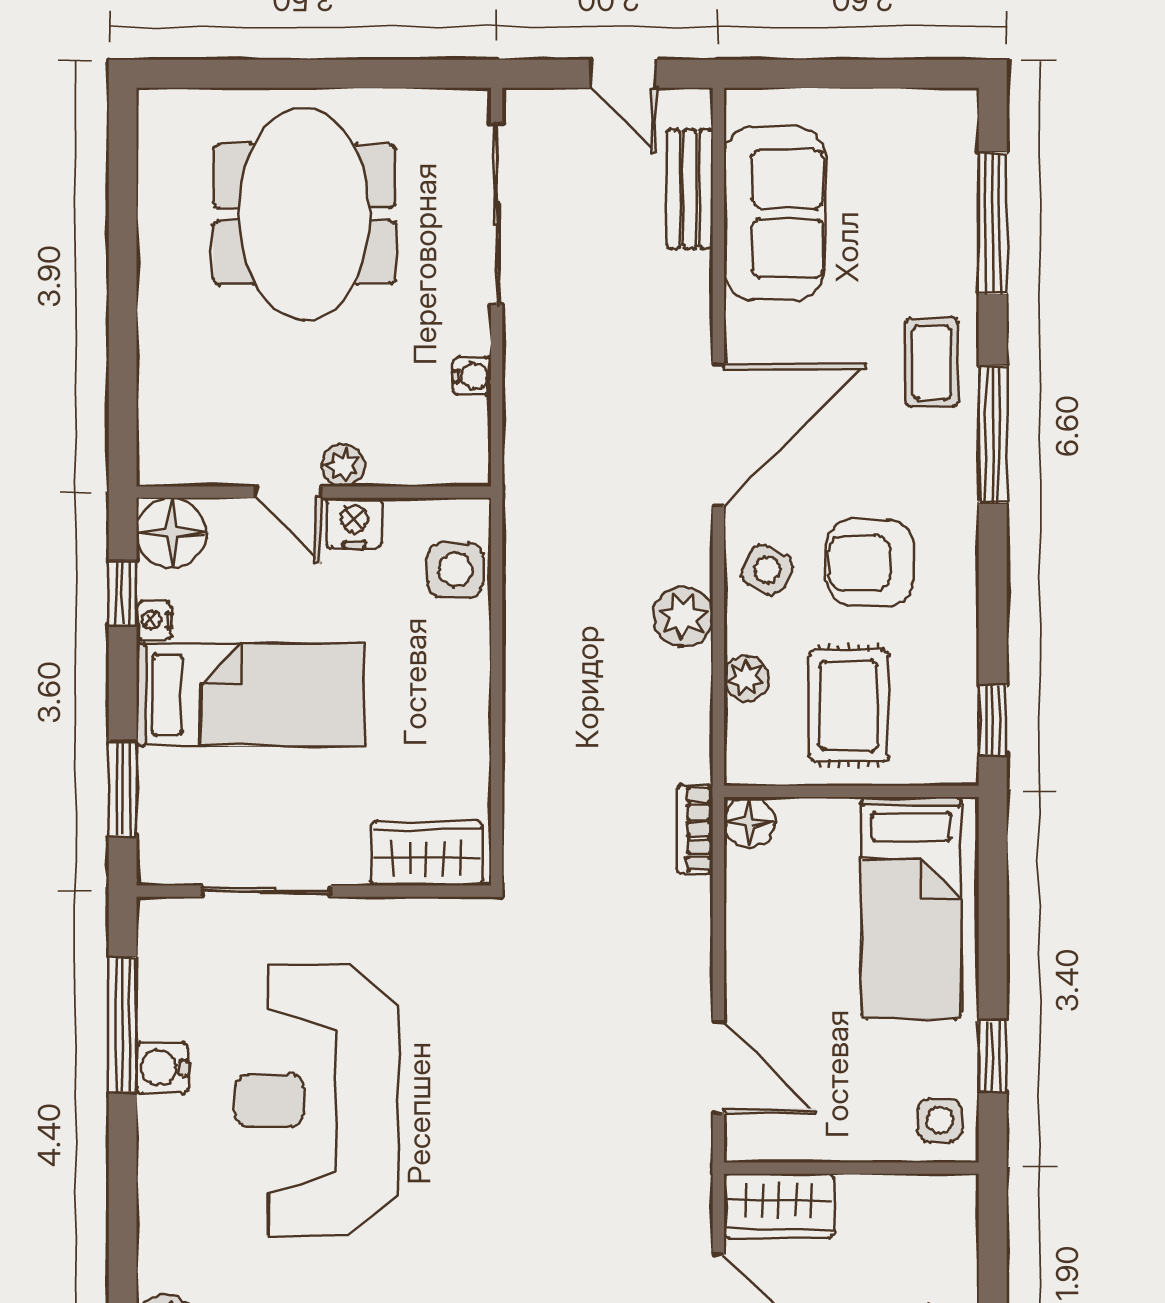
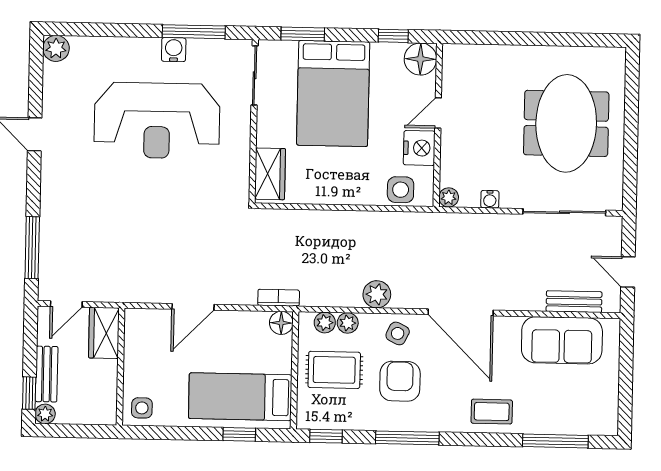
door: (623, 74) -> (628, 272), hinge flipped
meeting table: (304, 214) -> (566, 123), turned 90
window: (993, 434) -> (407, 438), moved
plant: (343, 465) -> (449, 197), moved
nightstand: (354, 523) -> (419, 148), width x1.36, depth x1.33
nightstand: (154, 620) -> (380, 50), removed
bed: (250, 695) -> (333, 94), width x1.50
plant: (747, 728) -> (325, 323), added
sliding door: (266, 891) -> (255, 75), moved
window: (993, 1056) -> (239, 434), moved
door: (718, 1068) -> (193, 307), moved
reception desk: (317, 1101) -> (157, 121), turned 180

